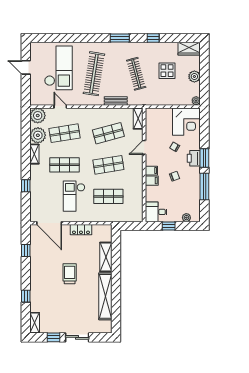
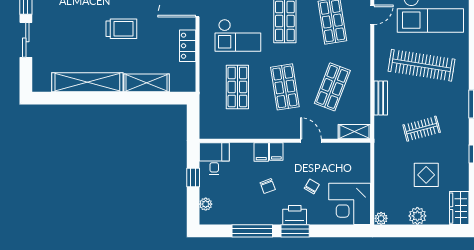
clothes rail: (136, 74) -> (422, 129), width x0.73
shop shelf: (108, 133) -> (332, 87), turned 36
checkout: (74, 196) -> (238, 35), turned 180

